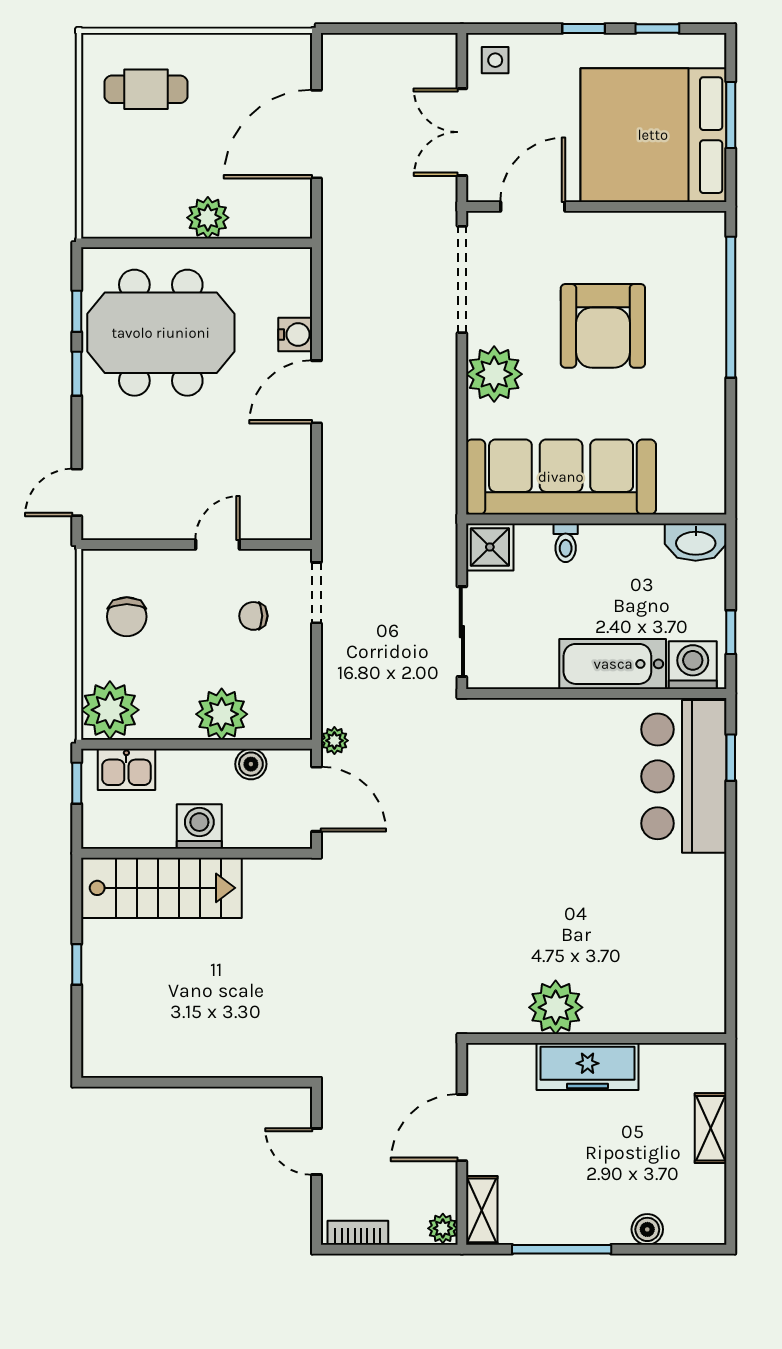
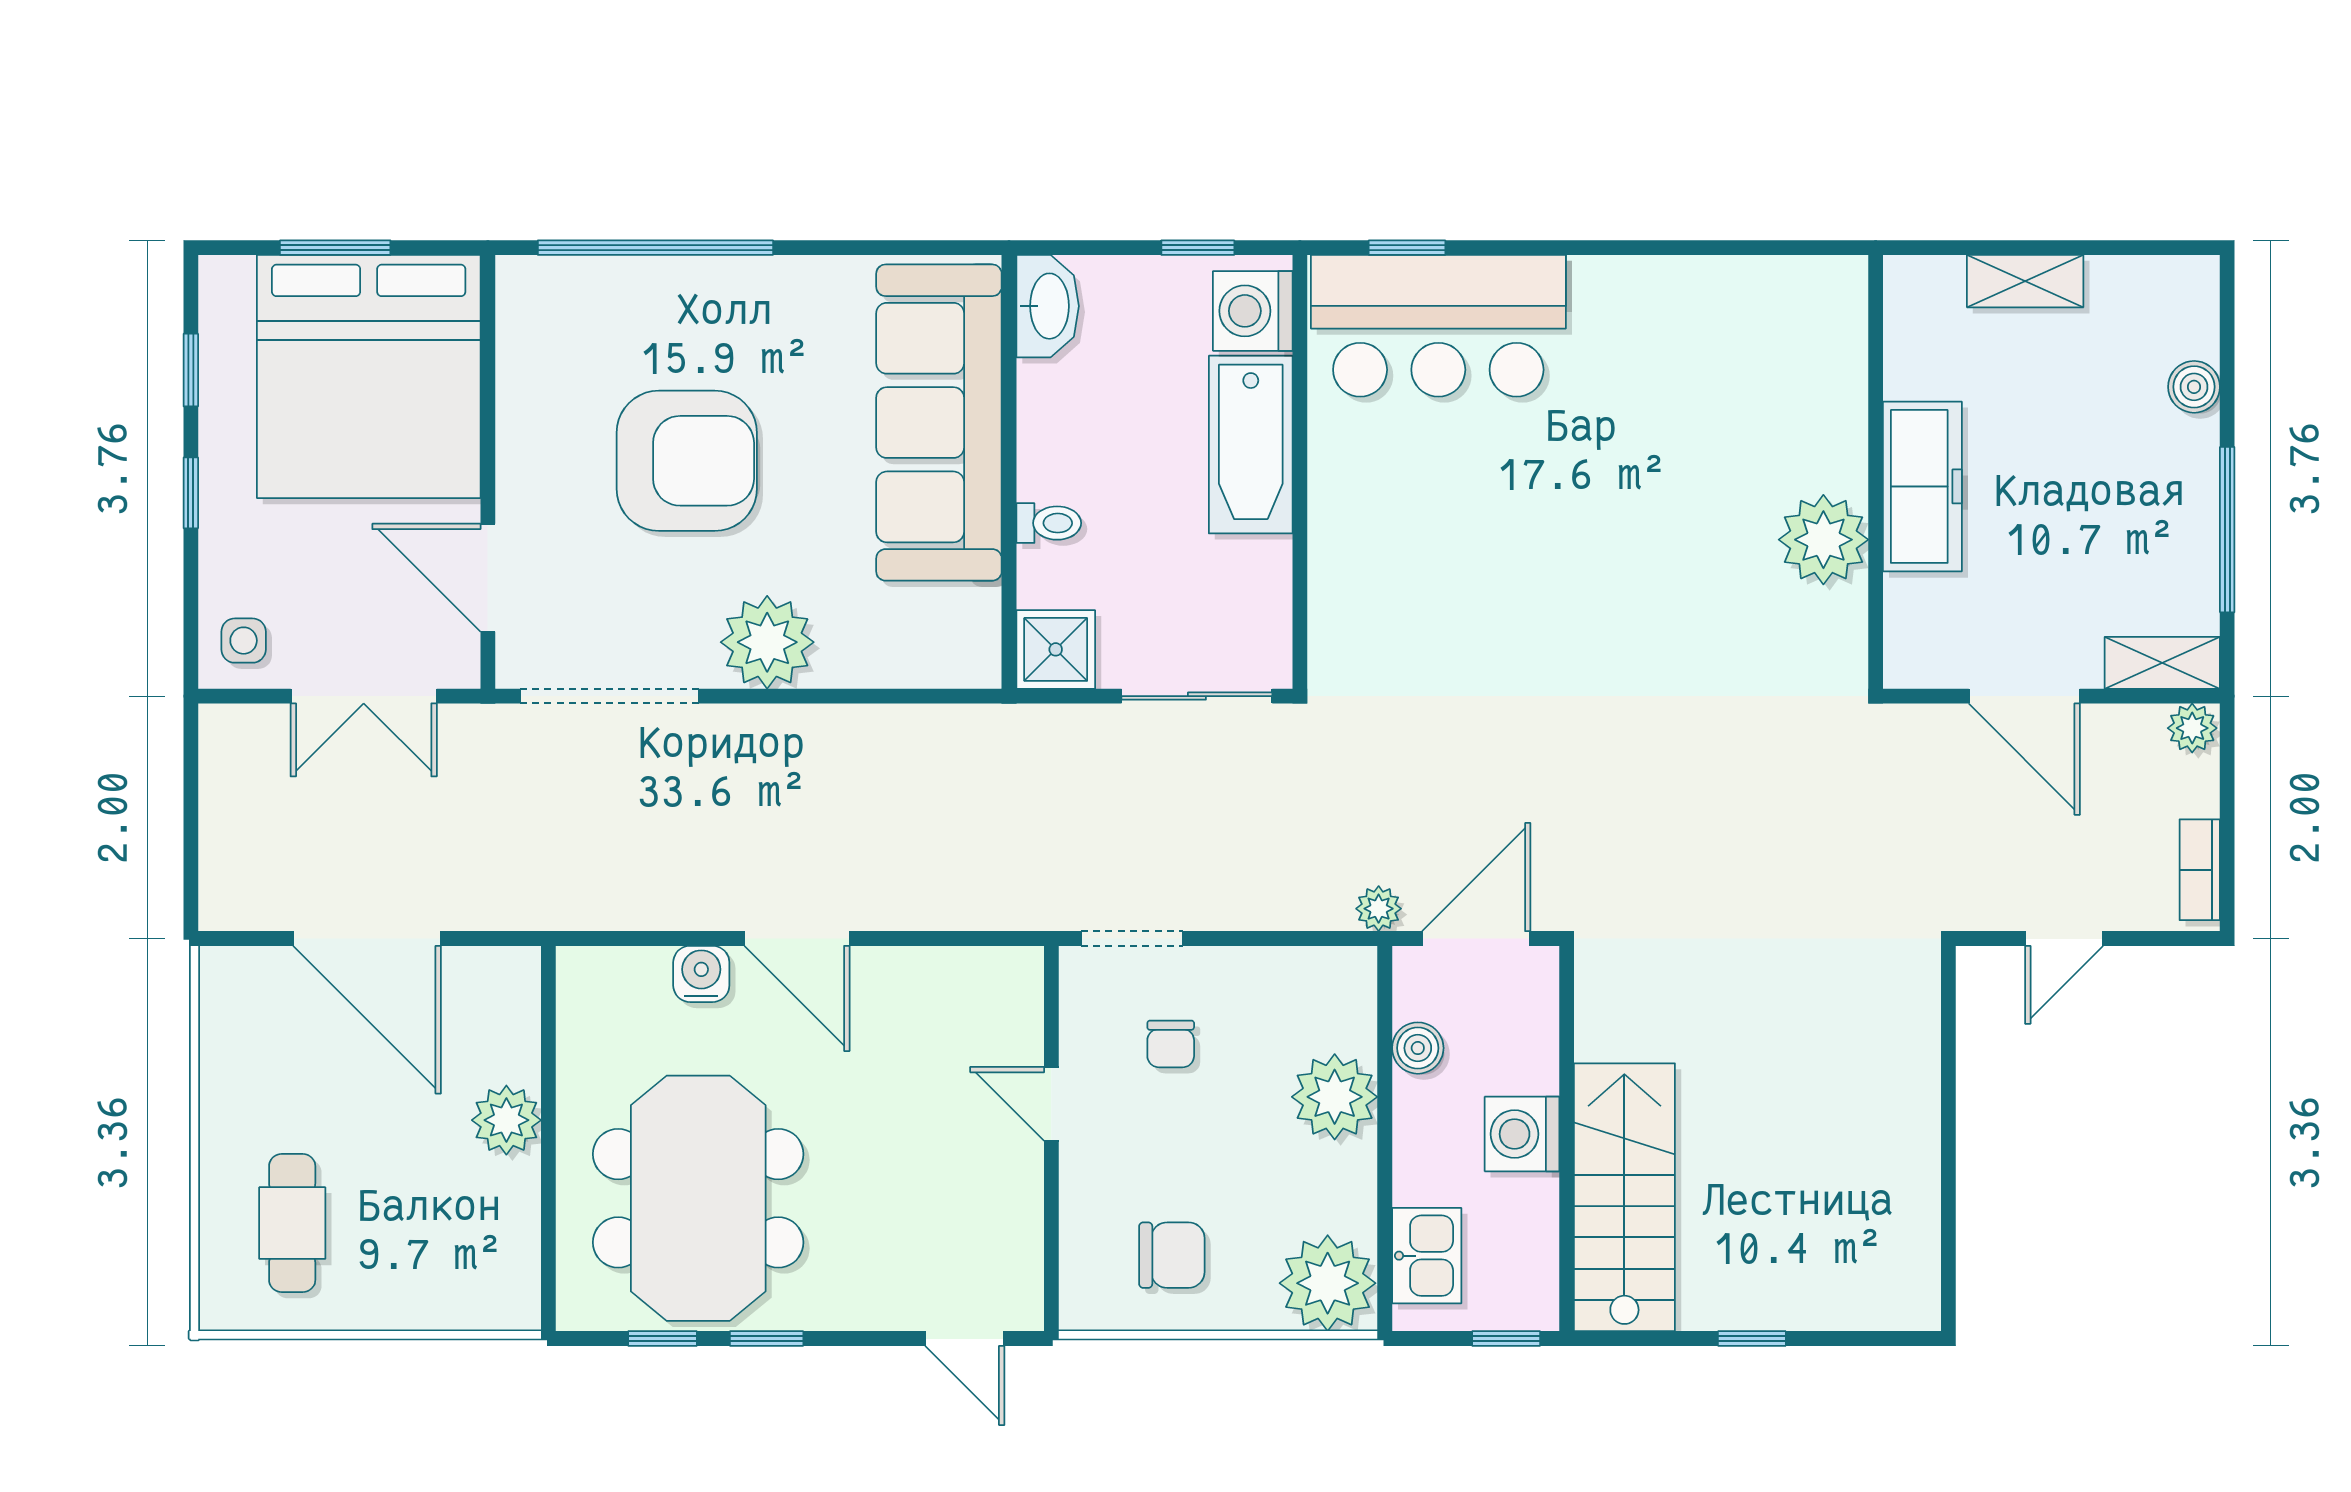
sofa: (561, 477) -> (939, 423), moved
window: (77, 783) -> (1506, 1339), moved

